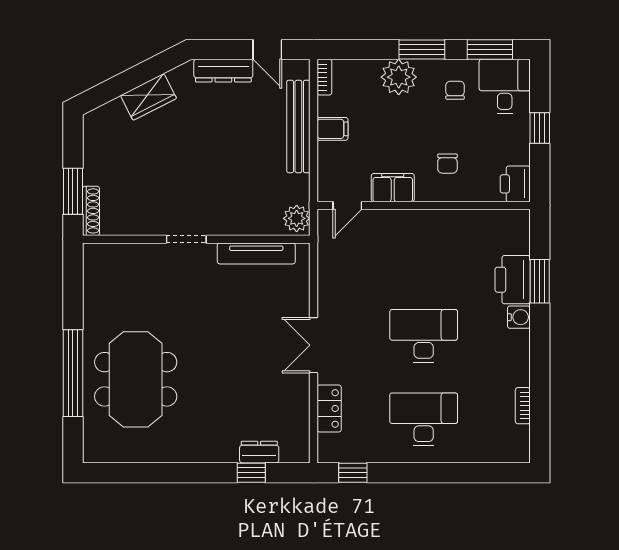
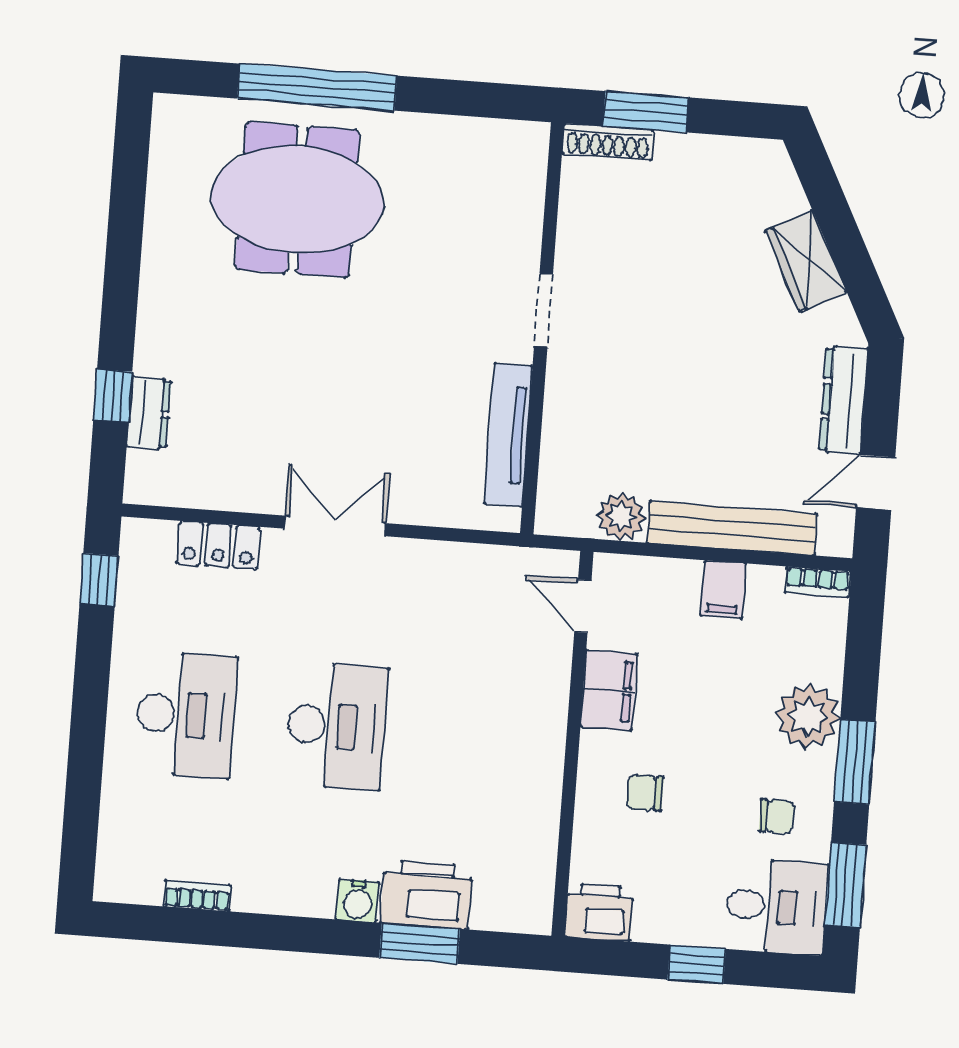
plant: (297, 218) -> (621, 517), moved

